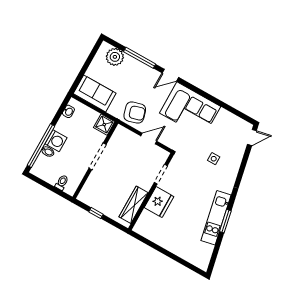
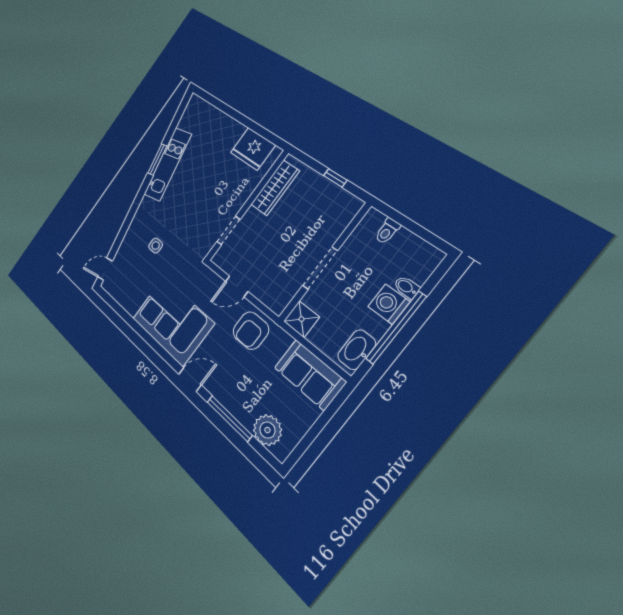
washbasin: (68, 111) -> (357, 350), width x1.91, depth x1.45
armchair: (135, 113) -> (251, 331), turned -74
window: (41, 146) -> (396, 328), moved
fridge: (159, 202) -> (253, 149), moved, turned -90

